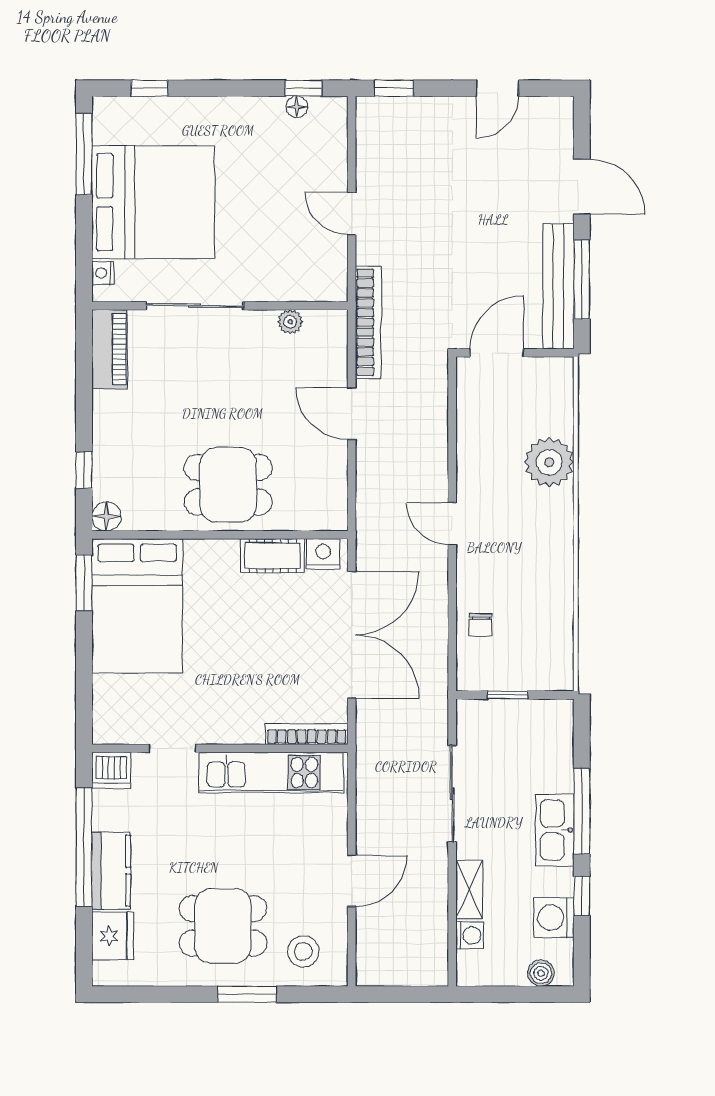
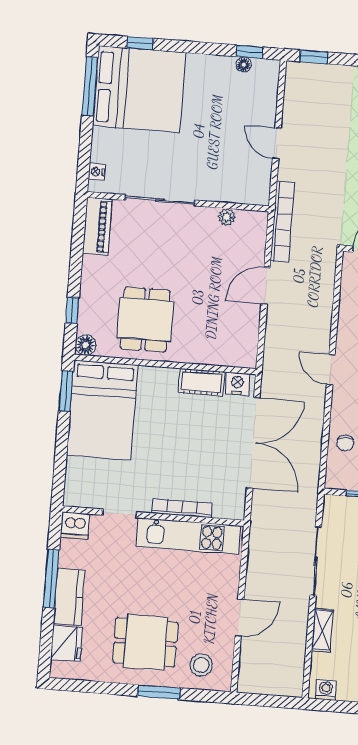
bed: (153, 202) -> (139, 89), moved
door: (352, 414) -> (266, 286), hinge flipped
dining table: (228, 485) -> (145, 319), moved, turned 90
bookcase: (307, 734) -> (182, 508), moved
window: (84, 847) -> (51, 579), width x0.68
washing machine: (470, 935) -> (326, 690), moved, turned -90

